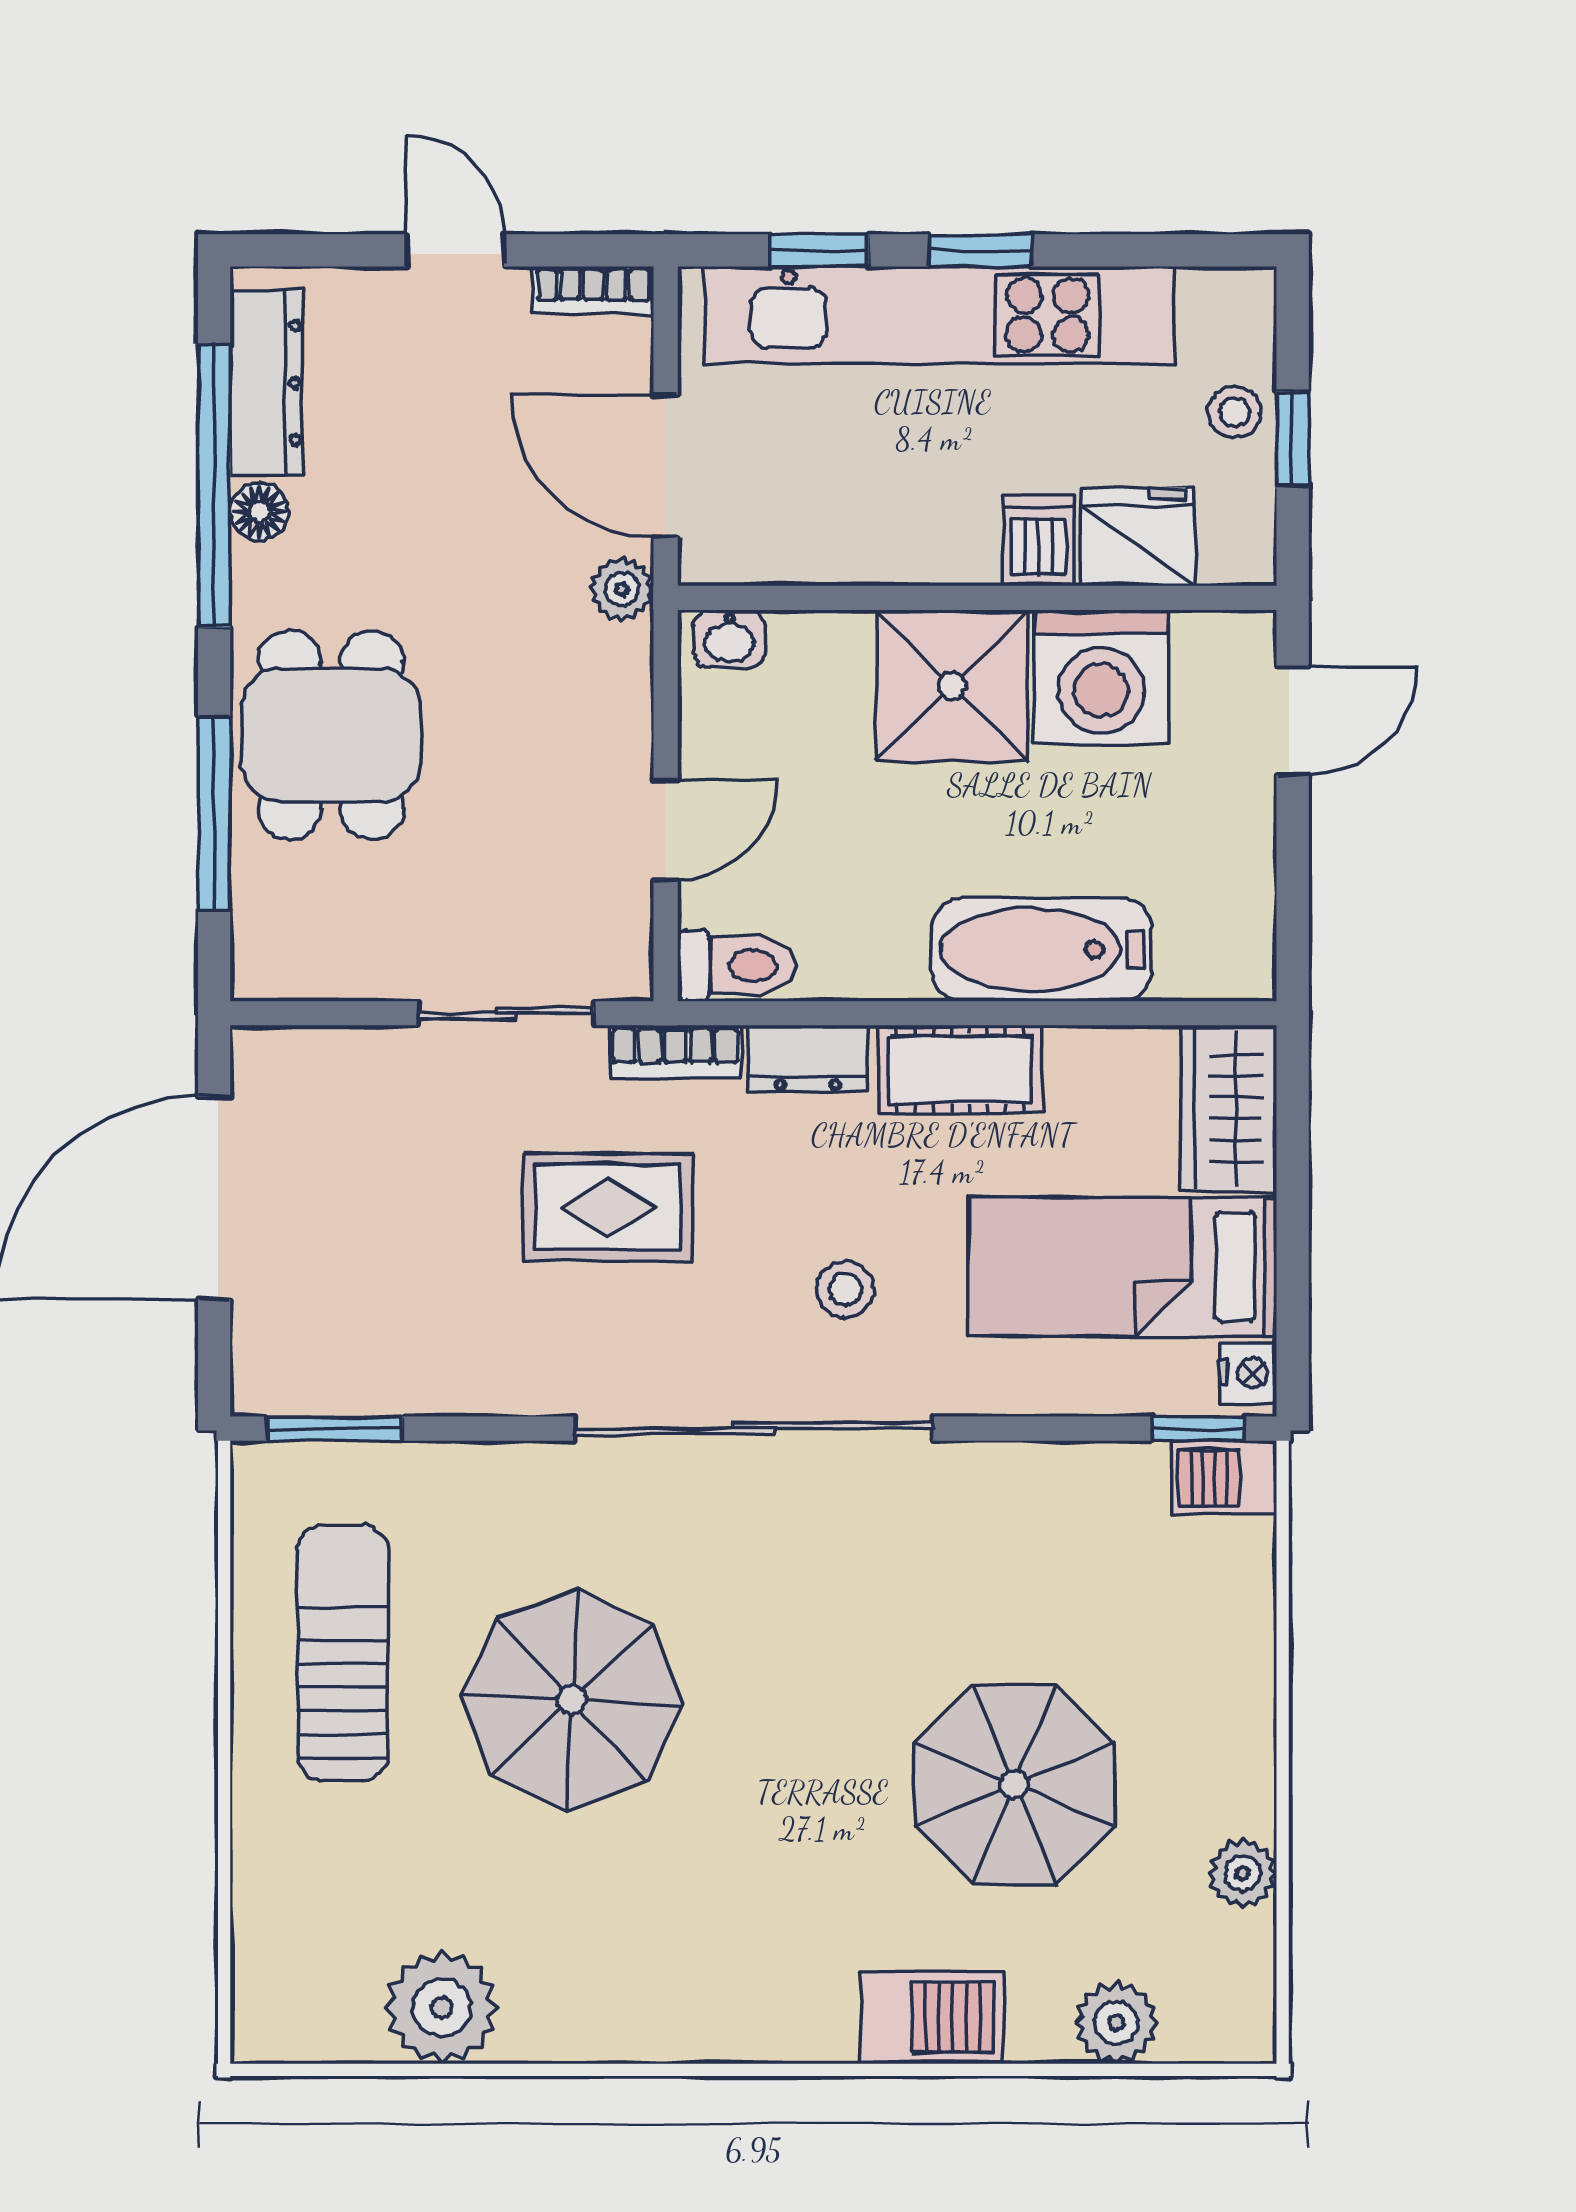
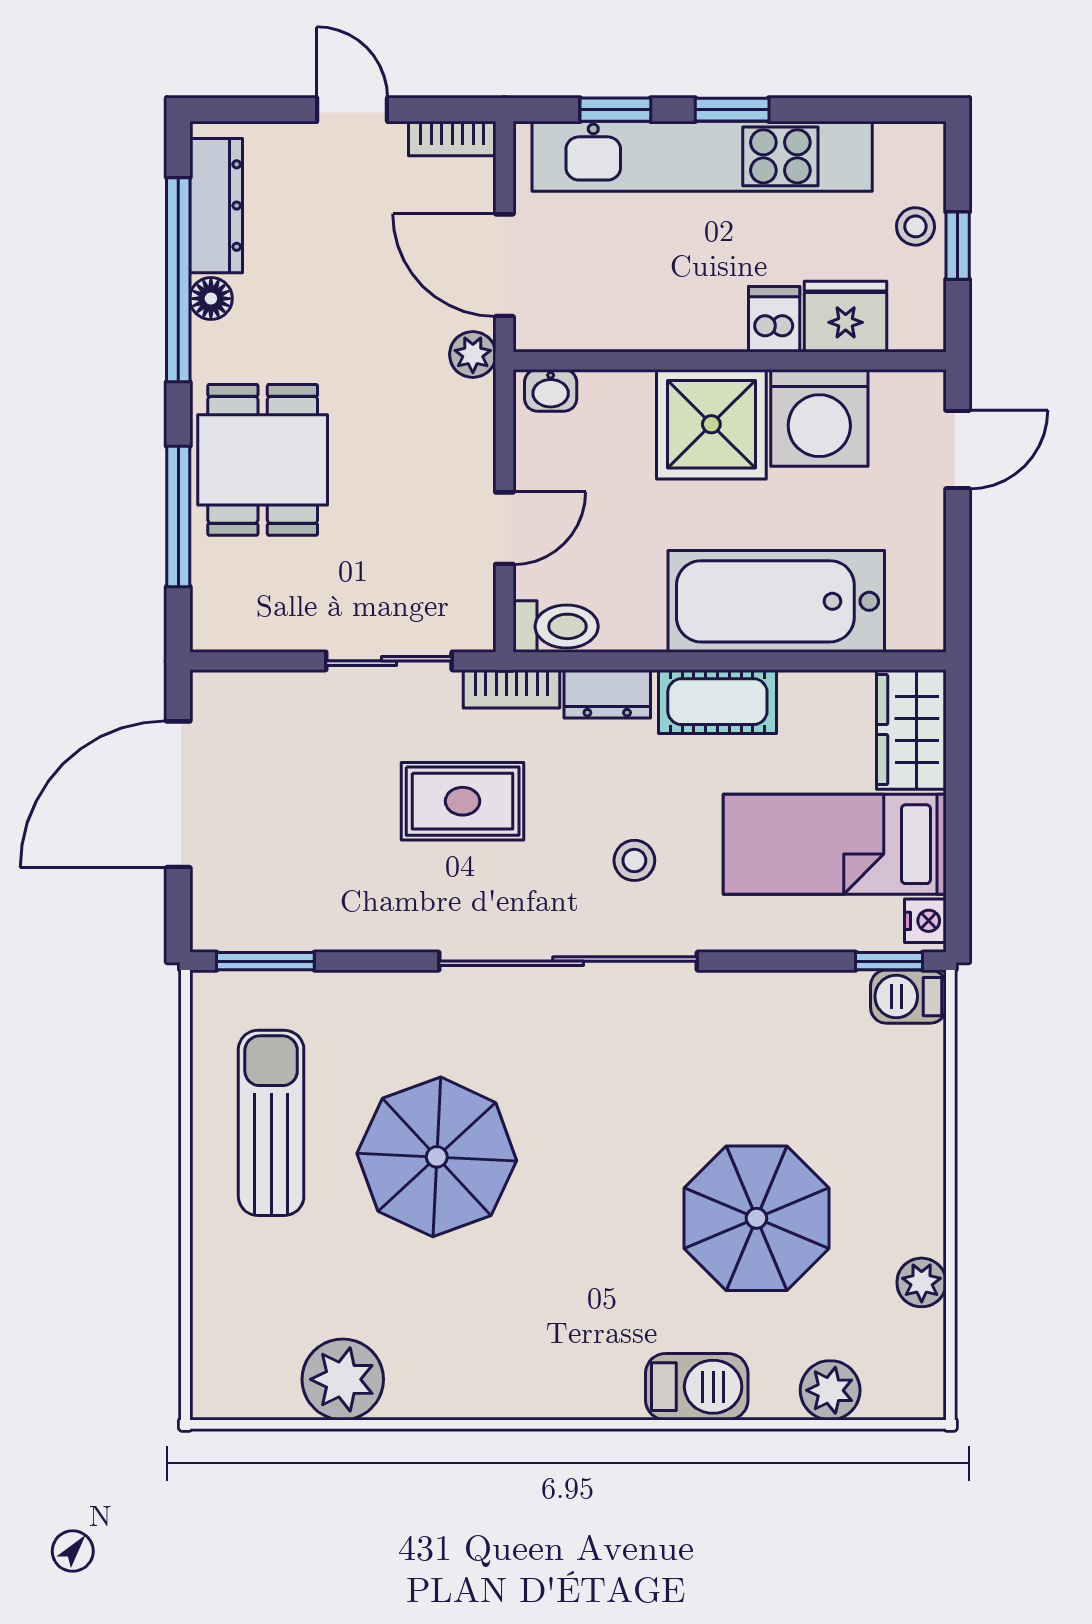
bathtub: (1042, 950) -> (776, 601), width x1.36, depth x1.36

